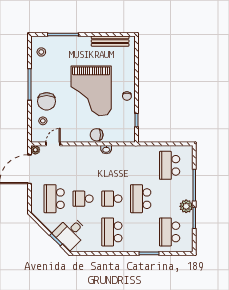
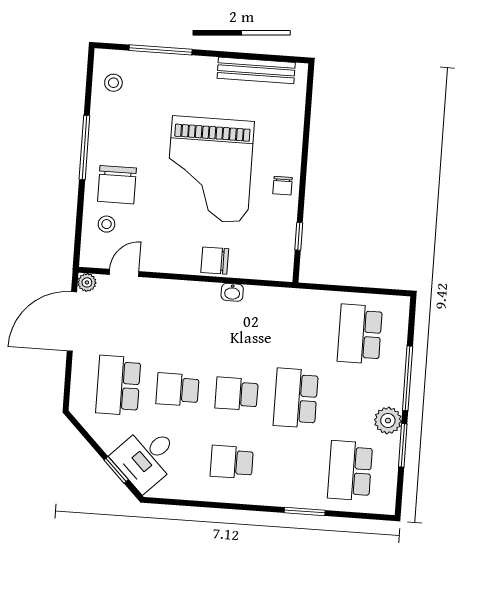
school desk: (112, 232) -> (232, 462), width x0.54

